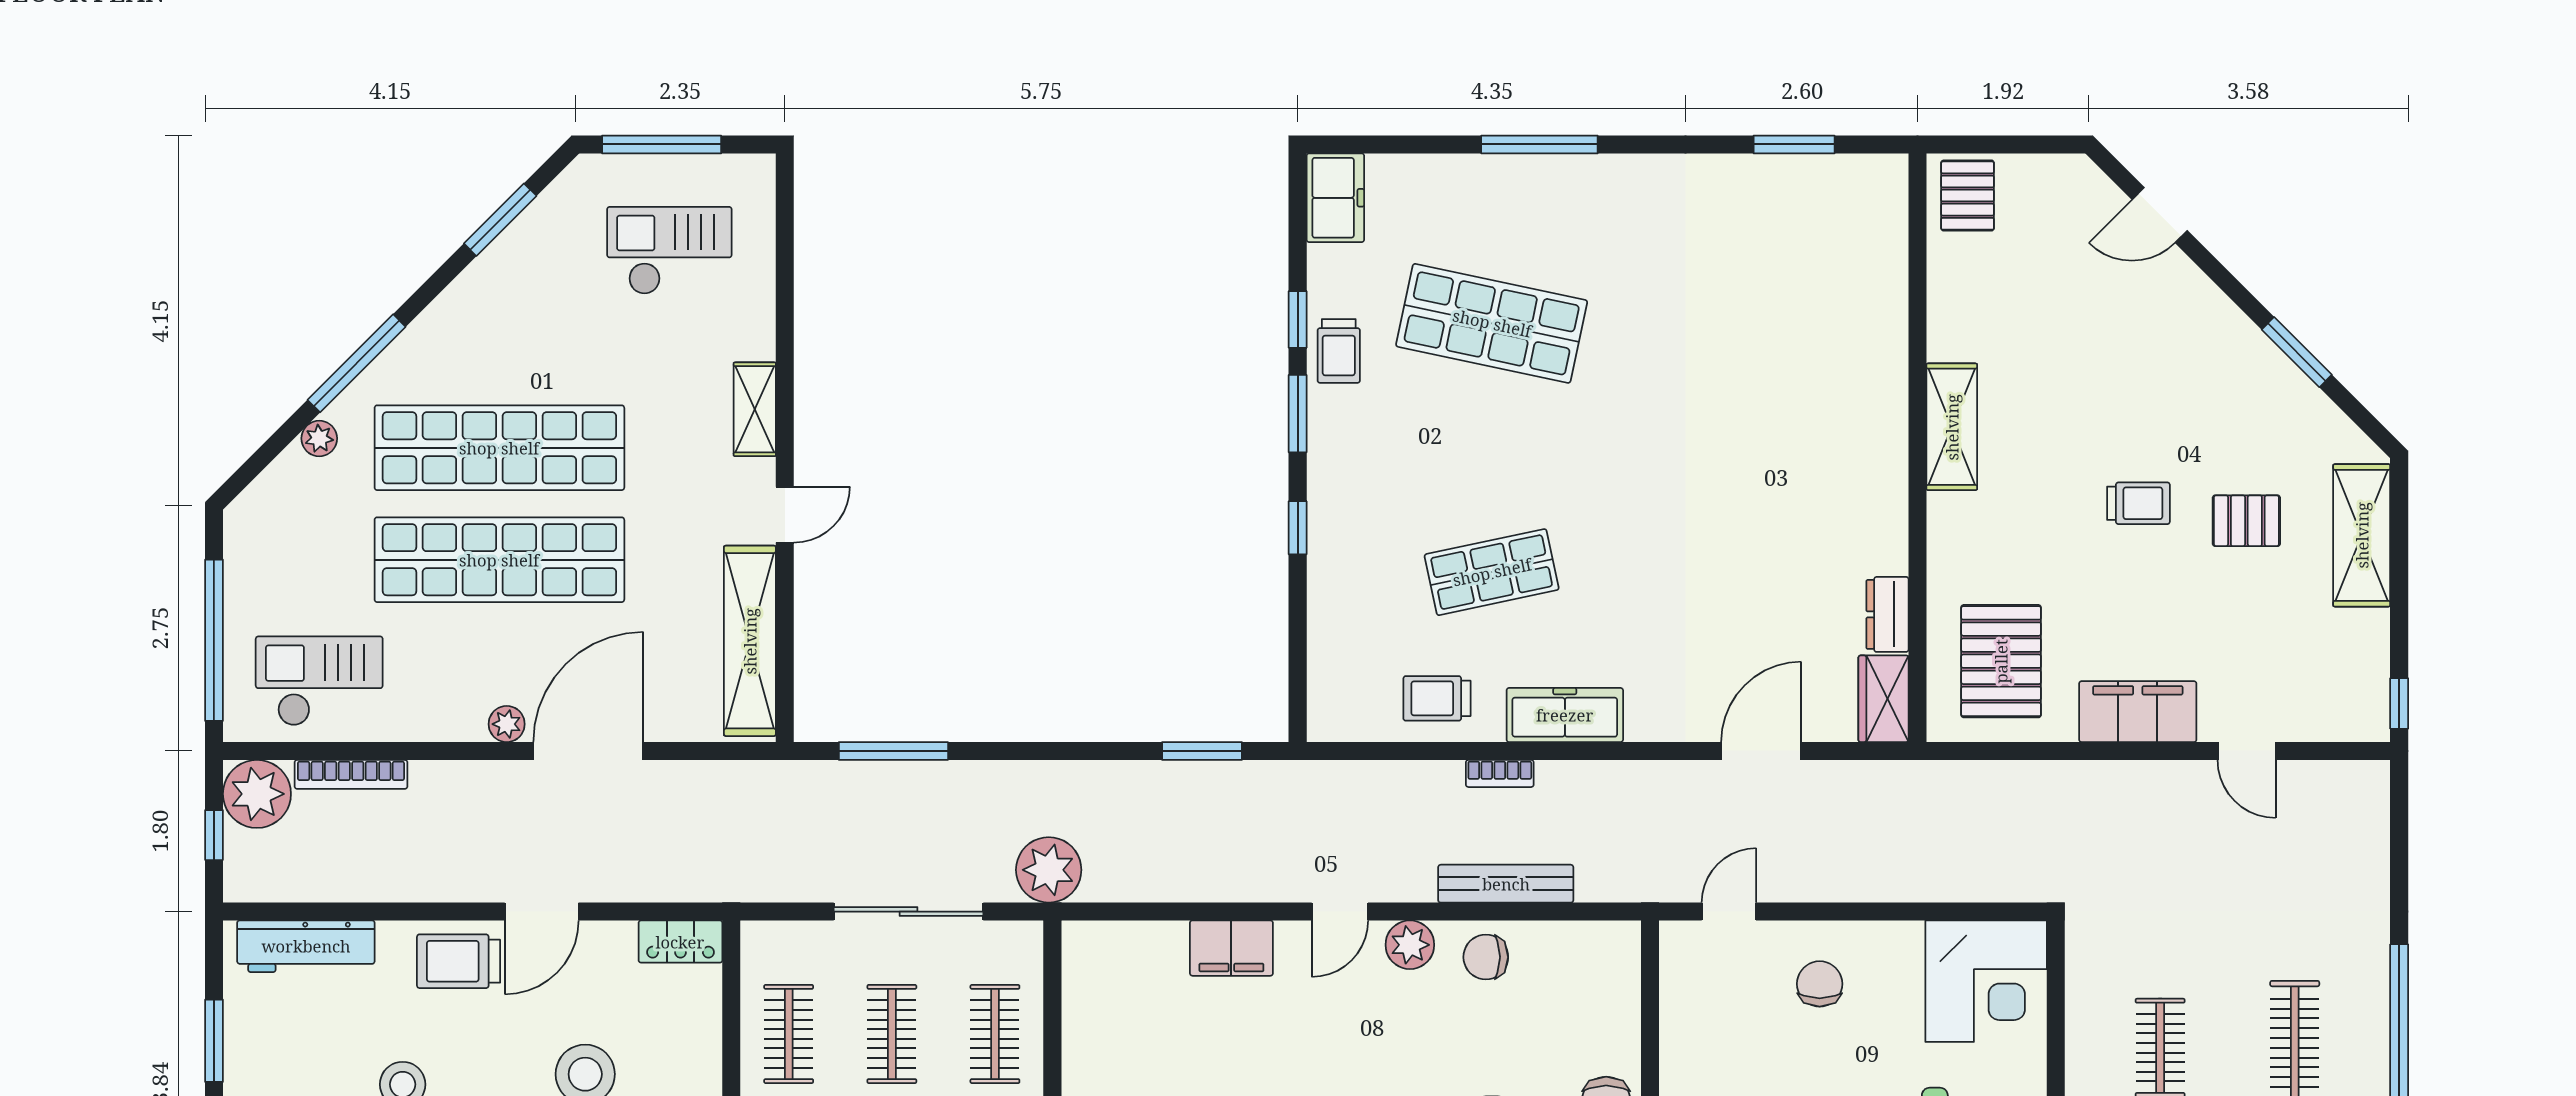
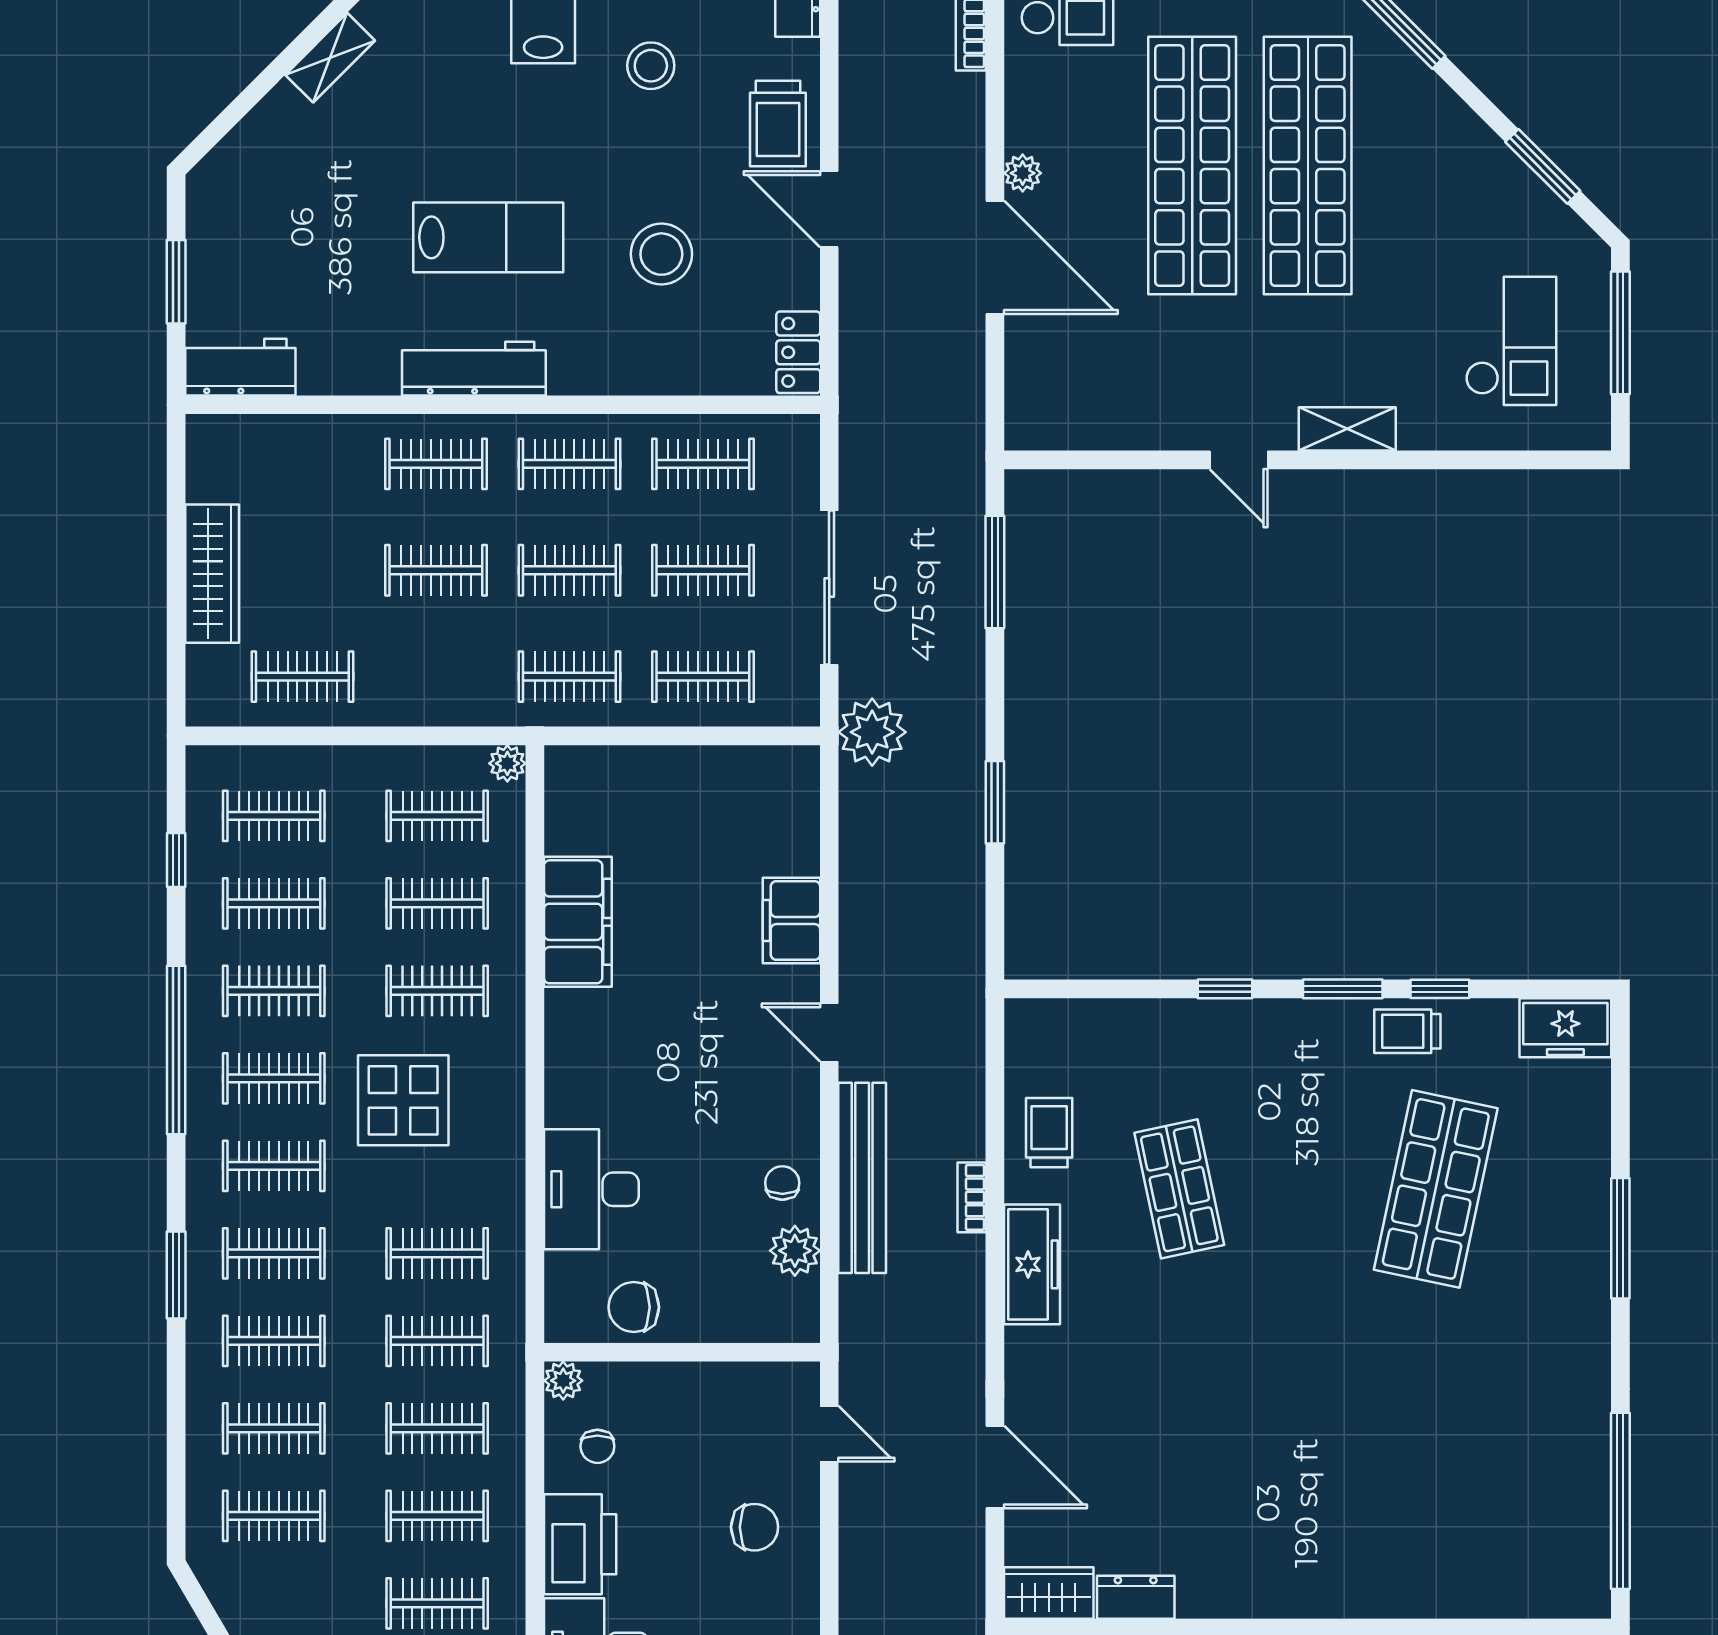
window: (1794, 144) -> (1620, 1501), width x2.11
shelving: (750, 641) -> (1108, 424), removed
window: (1202, 751) -> (995, 802), moved
bench: (1506, 884) -> (862, 1178), width x1.37, depth x1.21
plant: (1410, 945) -> (795, 1251), moved
chair: (1486, 957) -> (782, 1183), width x0.73, depth x0.73
trolley: (459, 961) -> (778, 123), turned 180

